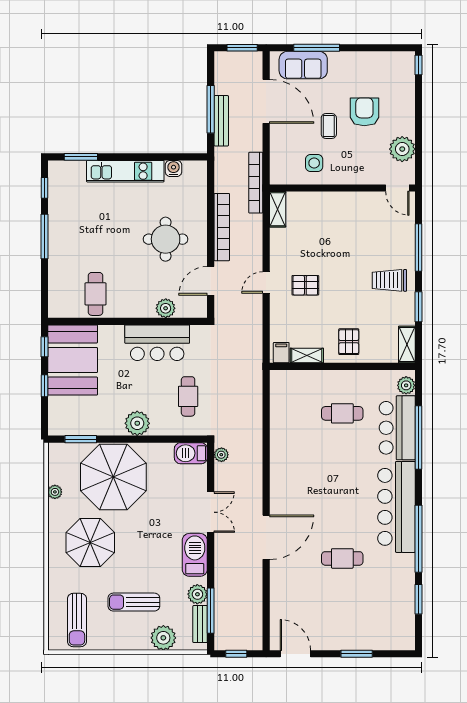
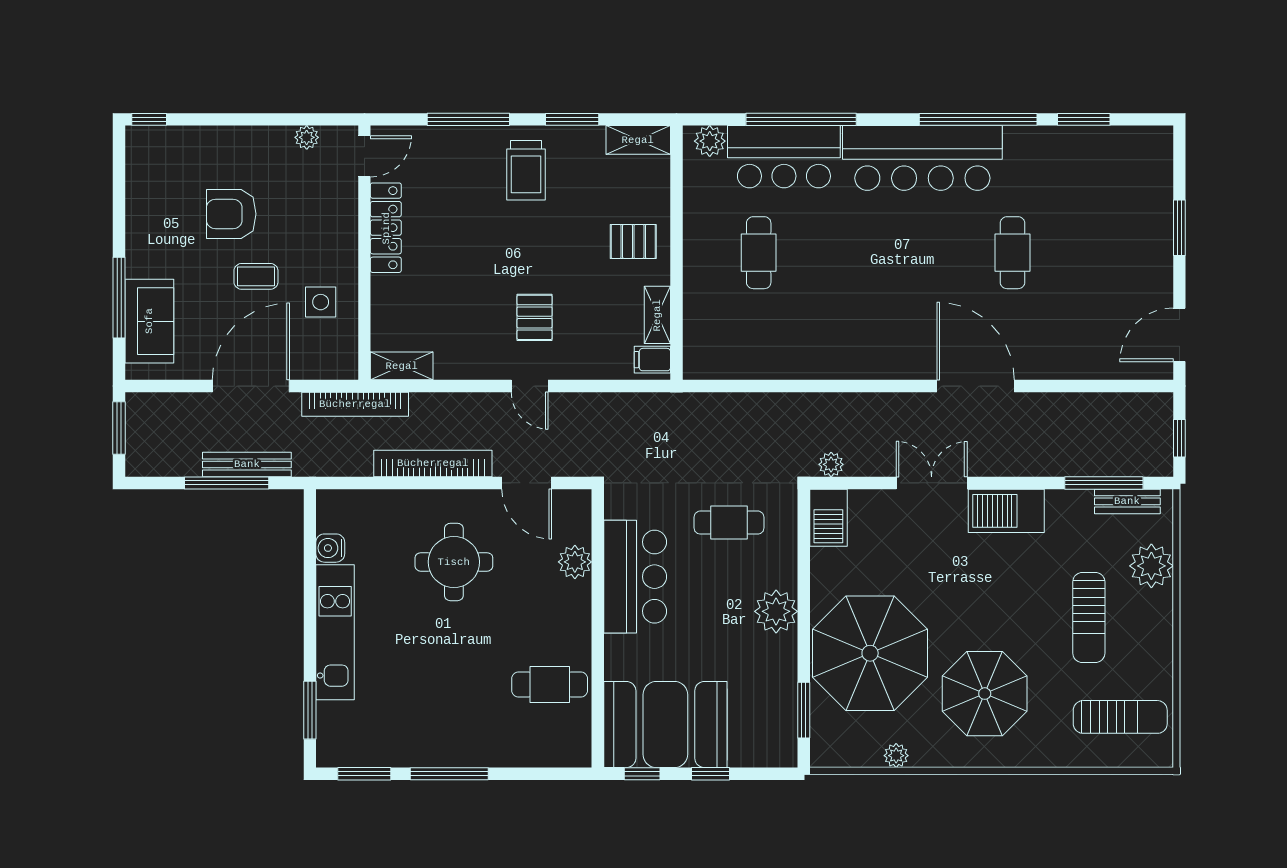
door: (266, 101) -> (251, 386), moved
plant: (402, 149) -> (307, 137), width x0.53, depth x0.53
window: (44, 188) -> (364, 774), width x1.50
locker: (357, 200) -> (386, 228), added
plant: (197, 594) -> (1075, 506), removed

